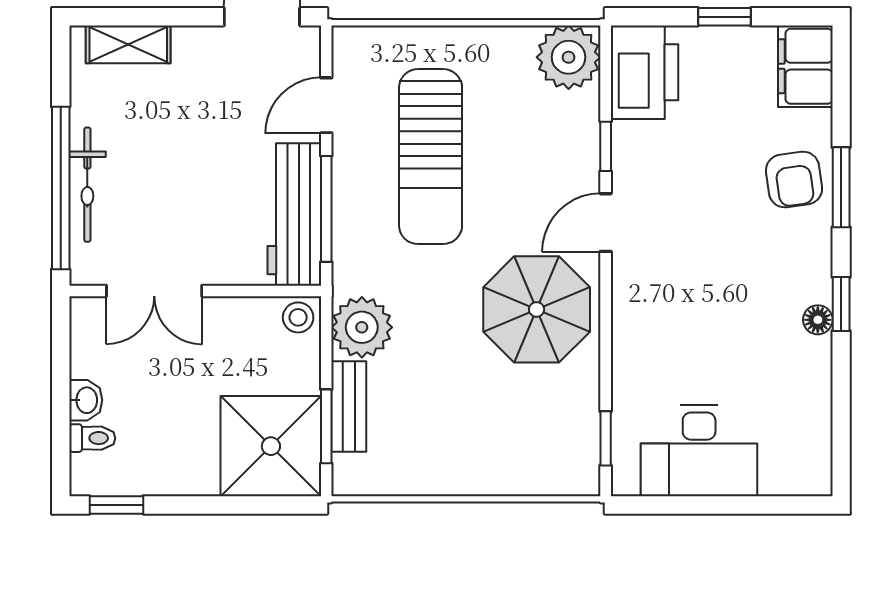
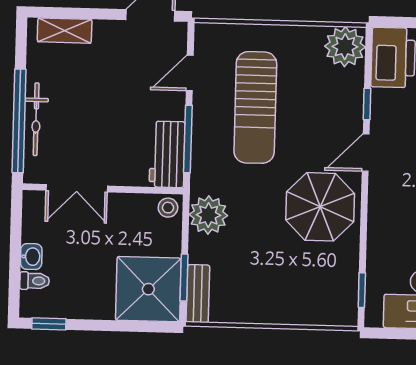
workbench: (294, 214) -> (167, 154), width x0.73
bench: (349, 406) -> (198, 294), moved

